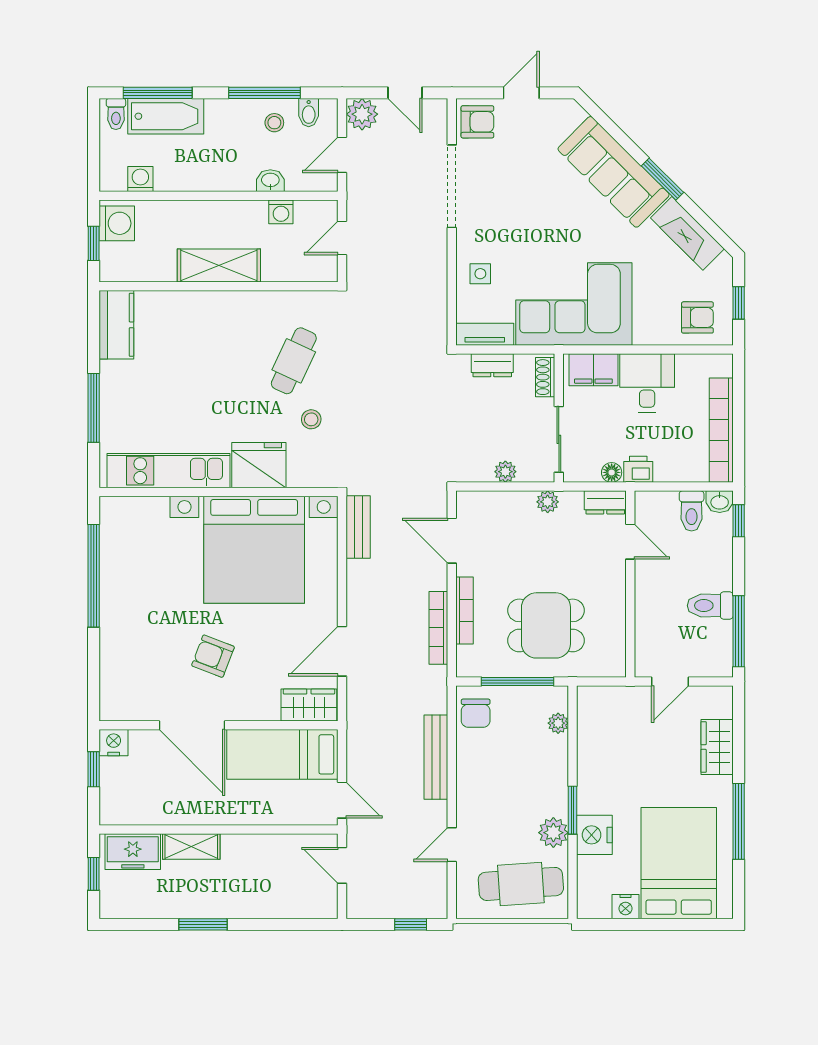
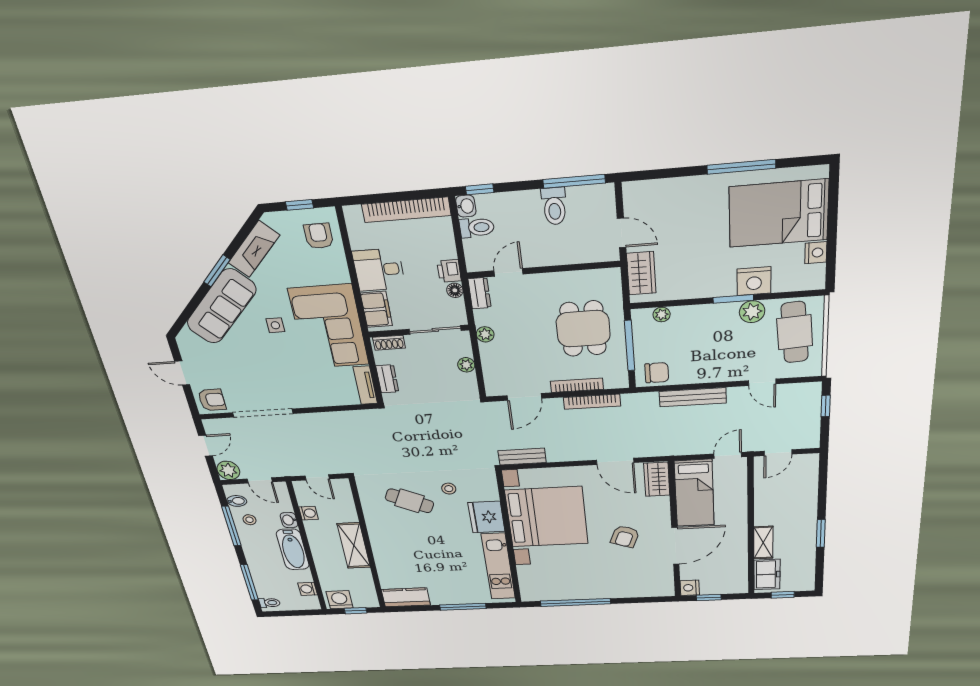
bathtub: (166, 116) -> (293, 549), moved, turned 180
armchair: (477, 122) -> (212, 400), turned 90
side table: (480, 274) -> (275, 325), moved
wardrobe: (717, 747) -> (641, 273), moved, turned -90

